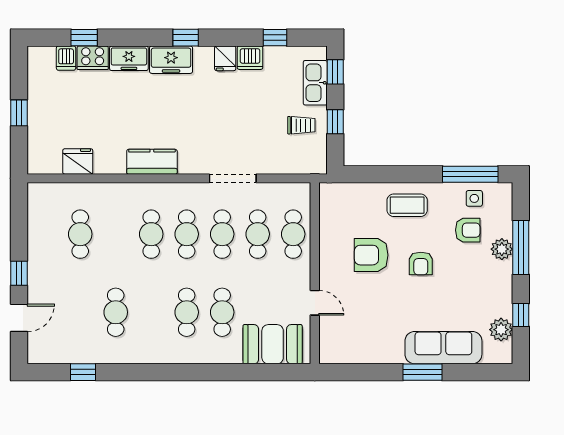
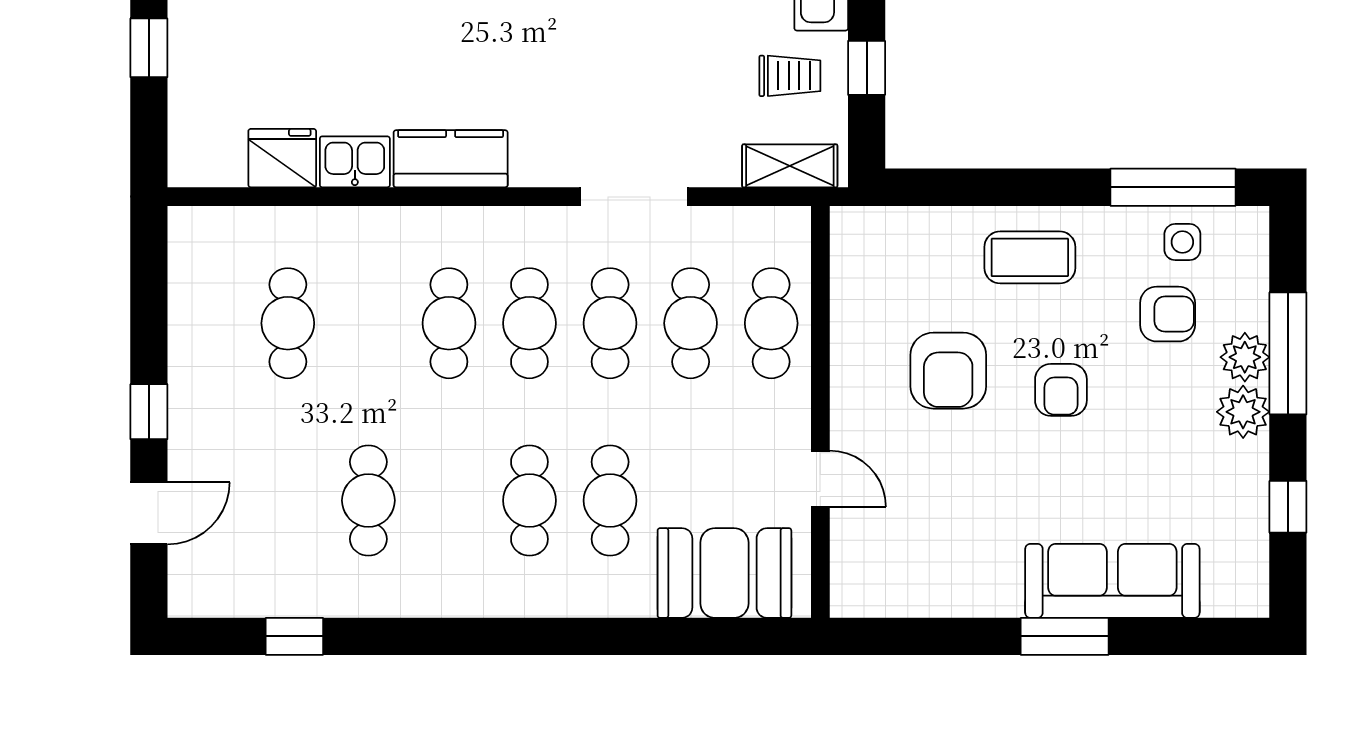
kitchen sink: (110, 163) -> (355, 162), added
shelving: (301, 165) -> (790, 166), added
armchair: (371, 255) -> (948, 371), turned -90
plant: (501, 330) -> (1243, 412), moved

